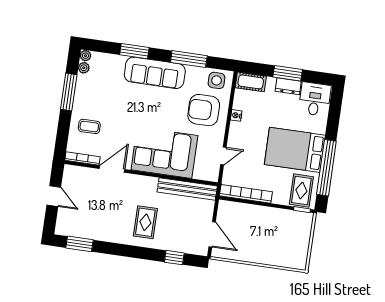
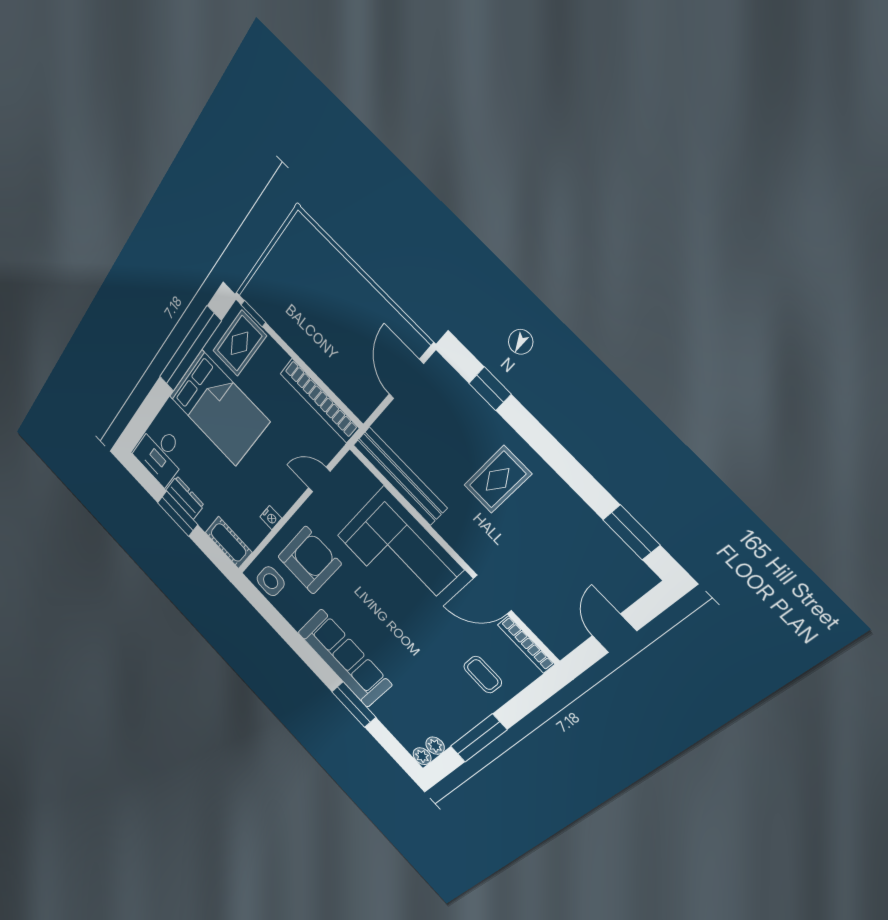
window: (189, 59) -> (290, 636), removed
armchair: (204, 110) -> (309, 560), turned -90

